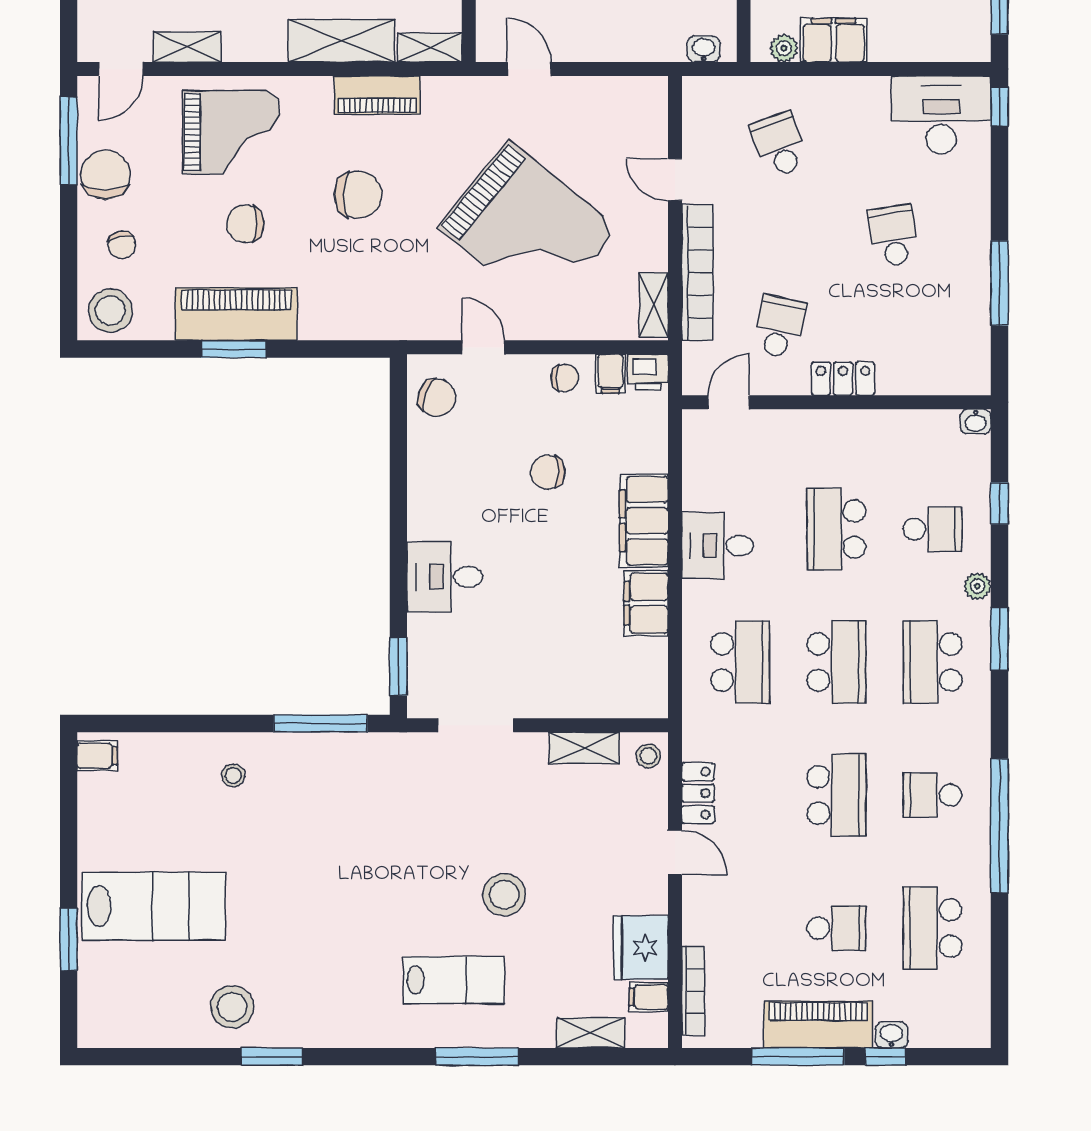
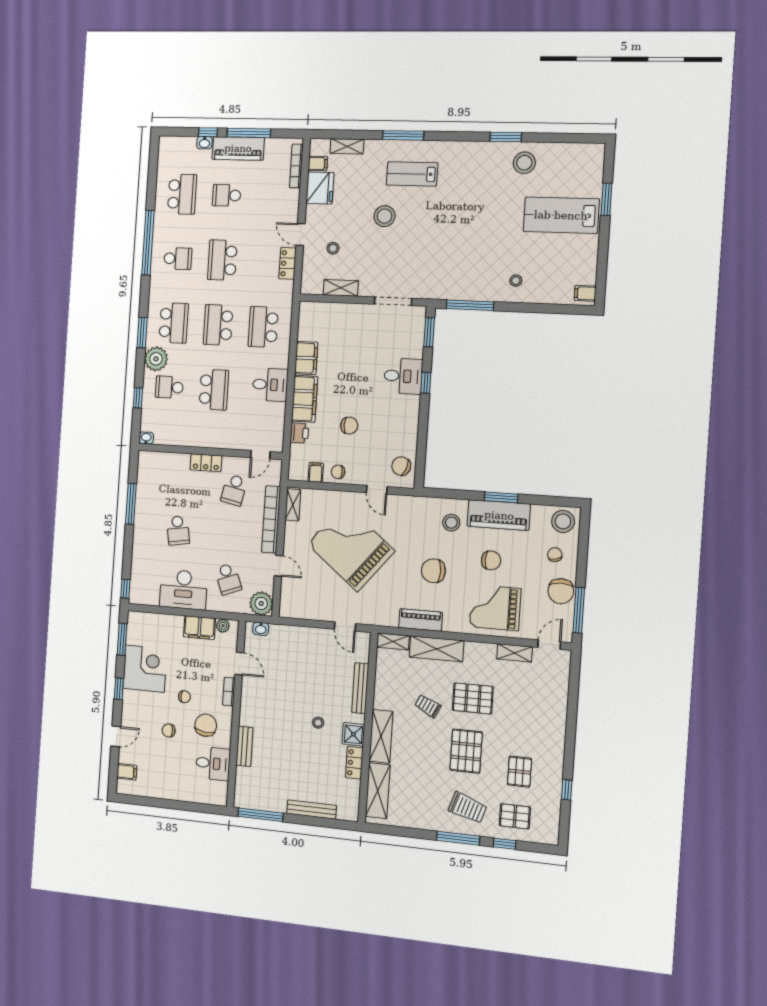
plant: (706, 100) -> (261, 604), added
desk: (941, 115) -> (183, 590), moved
stool: (329, 292) -> (451, 523), added
printer: (648, 372) -> (299, 433), moved, turned 90
window: (398, 566) -> (426, 383), added
plant: (977, 586) -> (156, 359), width x1.87, depth x1.87
stool: (648, 756) -> (333, 248), moved

